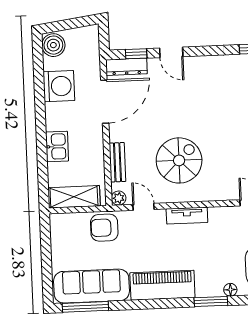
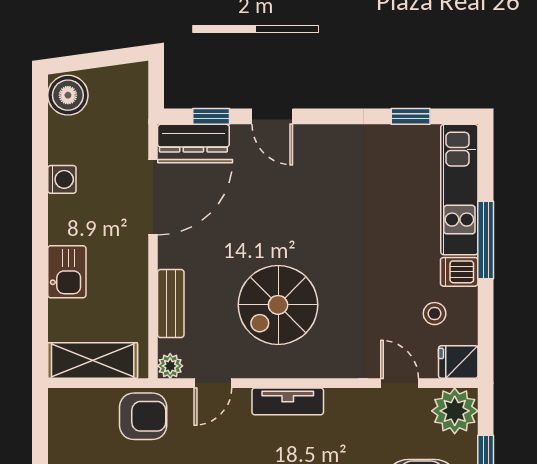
washing machine: (59, 86) -> (62, 179), width x0.53, depth x0.53
spiral stairs: (179, 160) -> (278, 305), turned 180
door: (144, 207) -> (213, 383), swing flipped
armchair: (104, 228) -> (143, 416), turned 180

